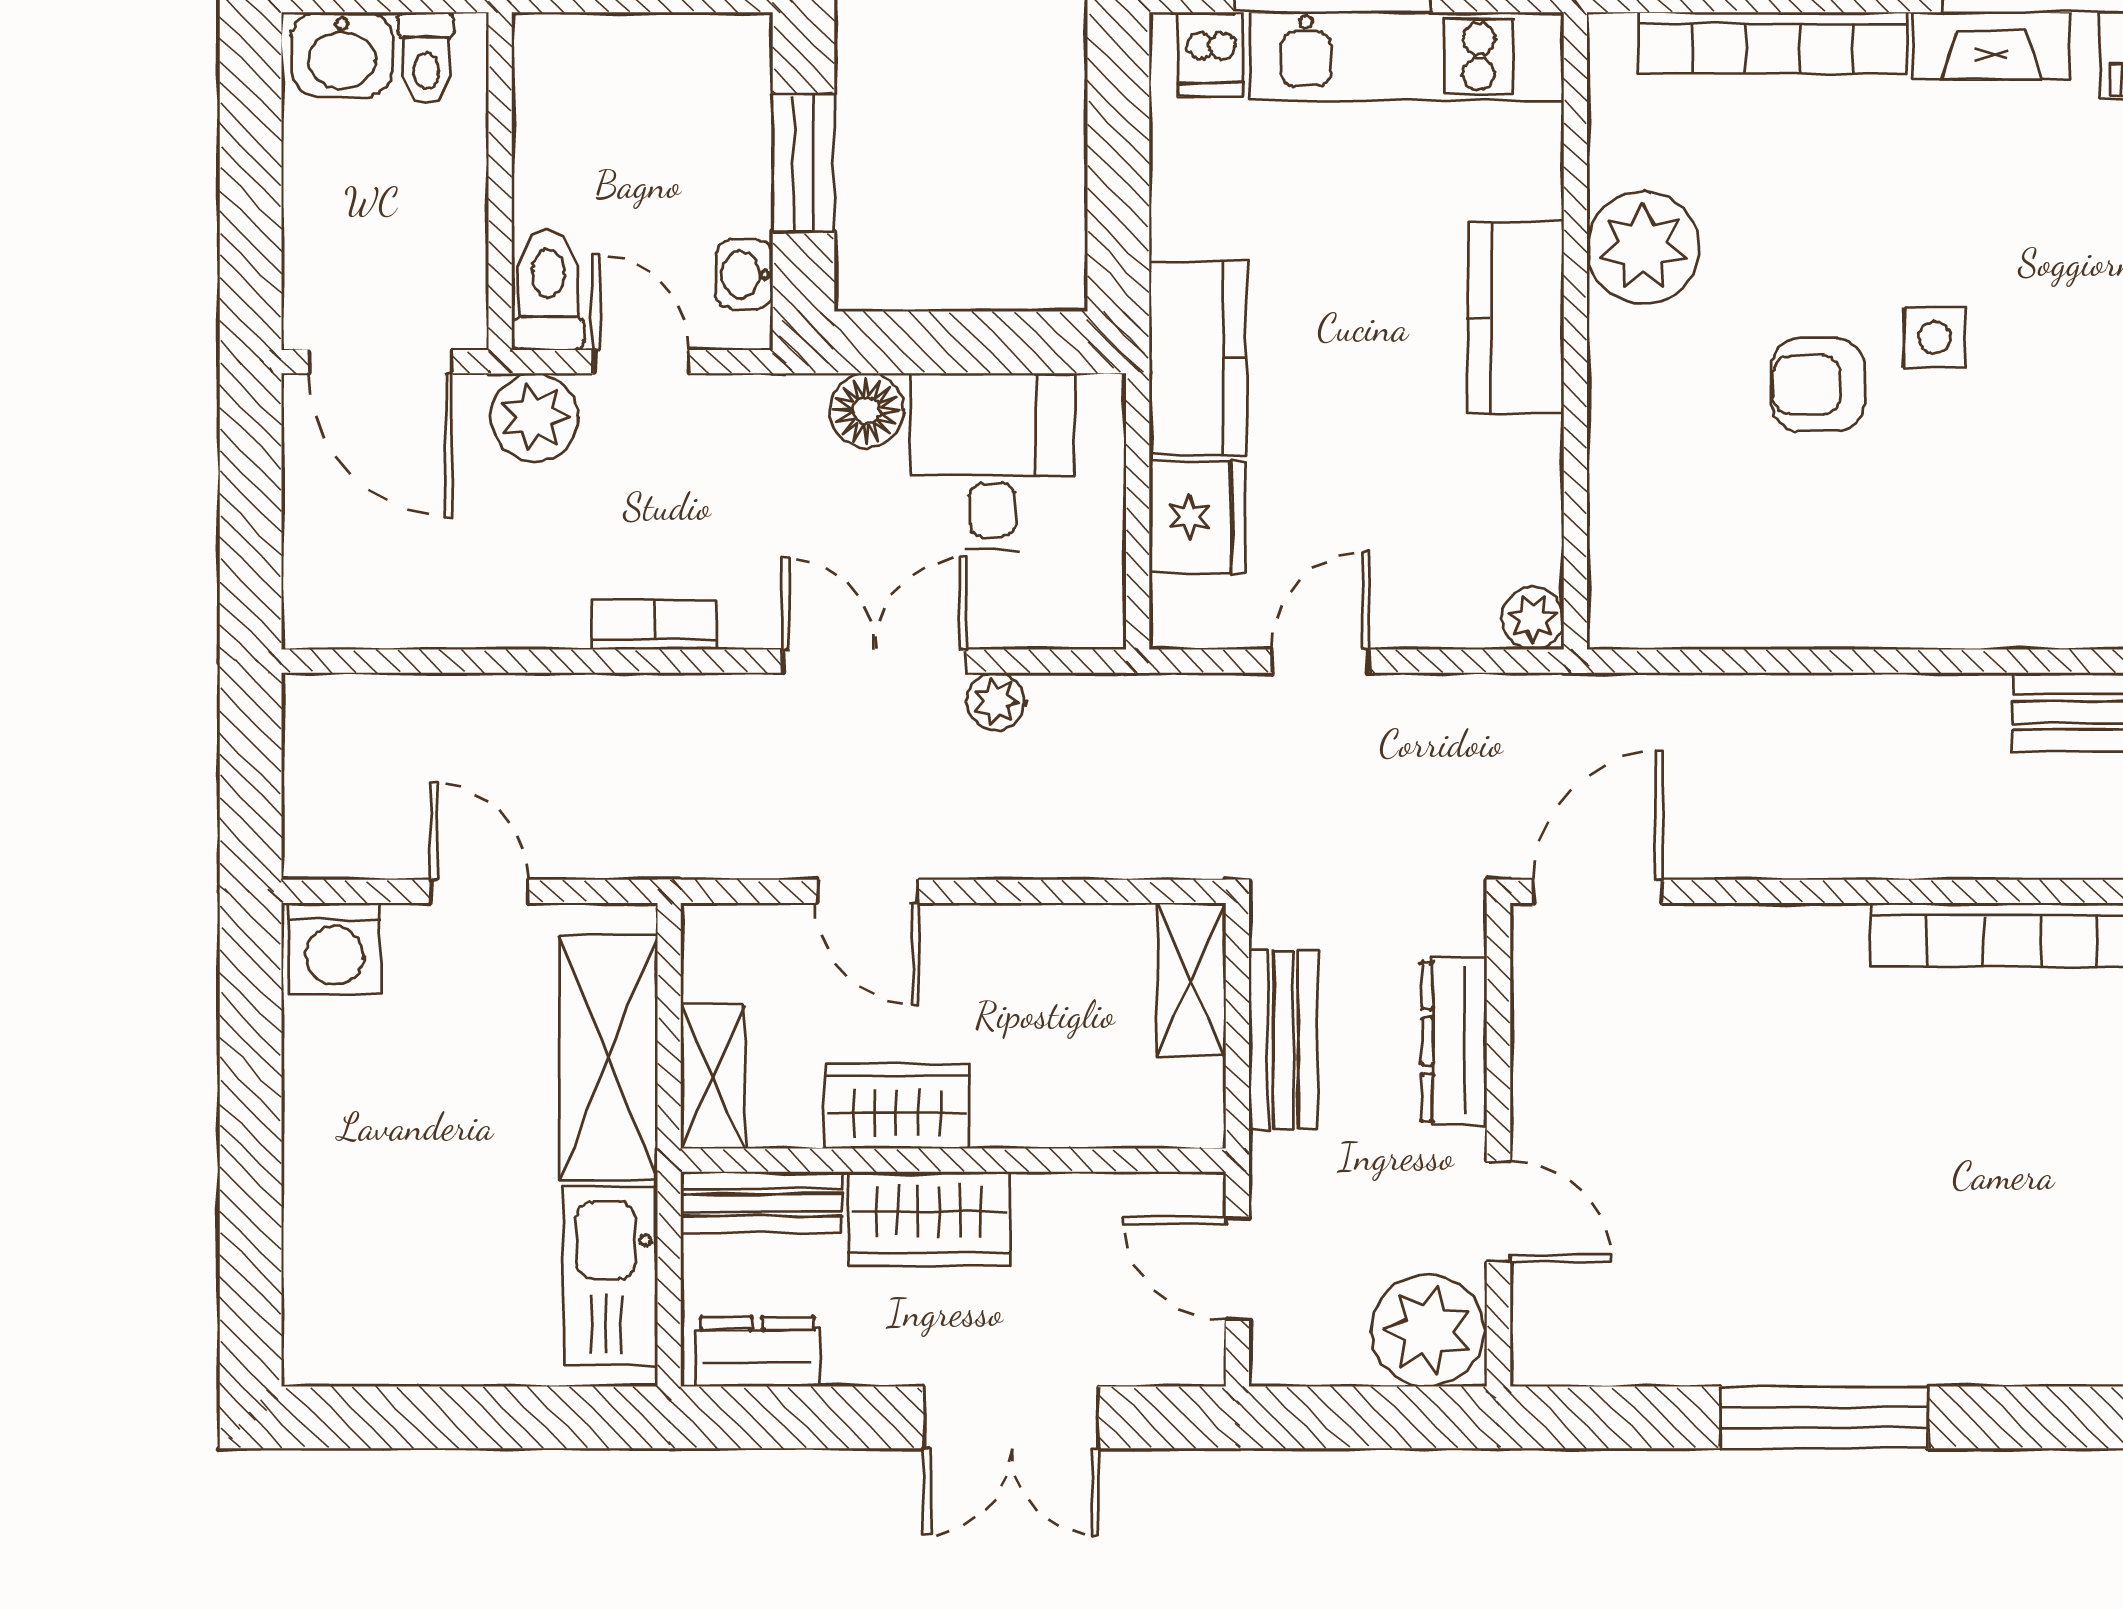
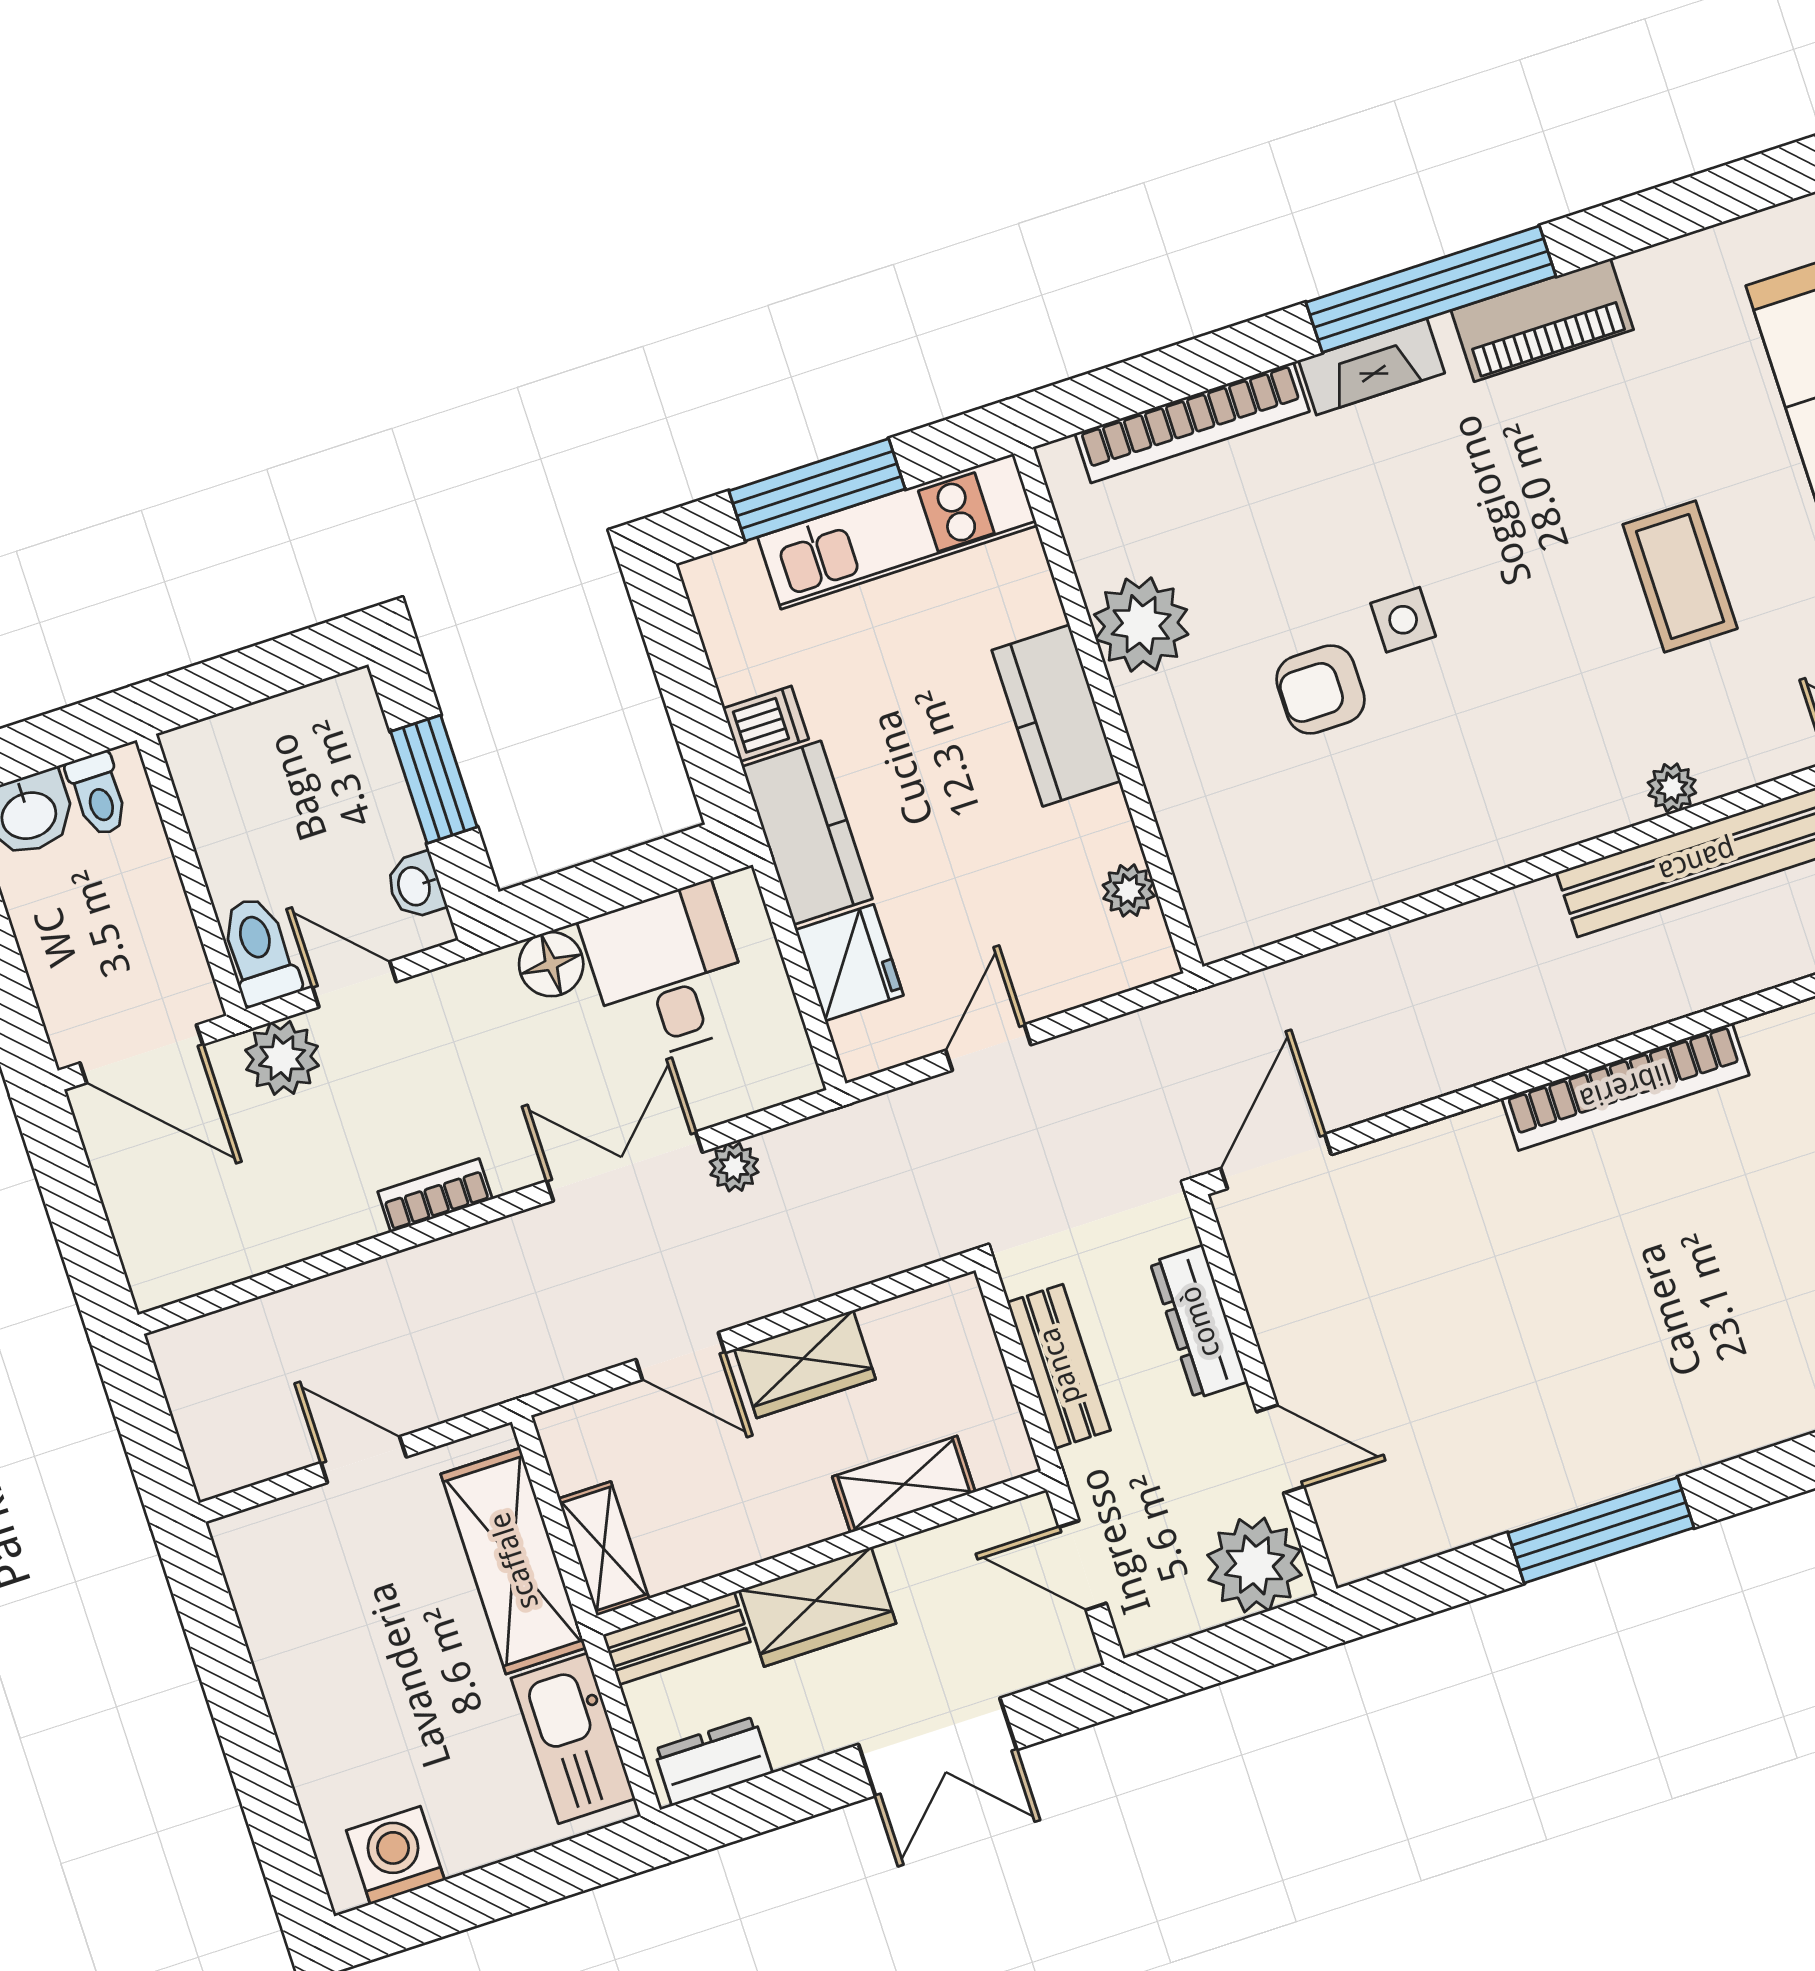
dishwasher: (1211, 54) -> (766, 724), moved, turned -90
plant: (1533, 619) -> (1129, 890), moved
washing machine: (335, 948) -> (395, 1855), moved, turned 180
shelving: (1191, 979) -> (904, 1484), moved, turned 90
wardrobe: (897, 1106) -> (805, 1364), moved, turned 180

